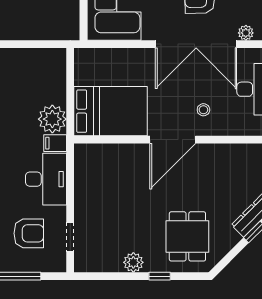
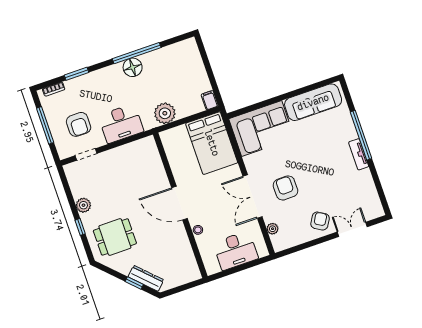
double door: (196, 44) -> (252, 196), width x0.73
stool: (203, 110) -> (198, 230), moved
bed: (111, 111) -> (212, 143), moved
filing cabinet: (55, 143) -> (210, 100), moved

